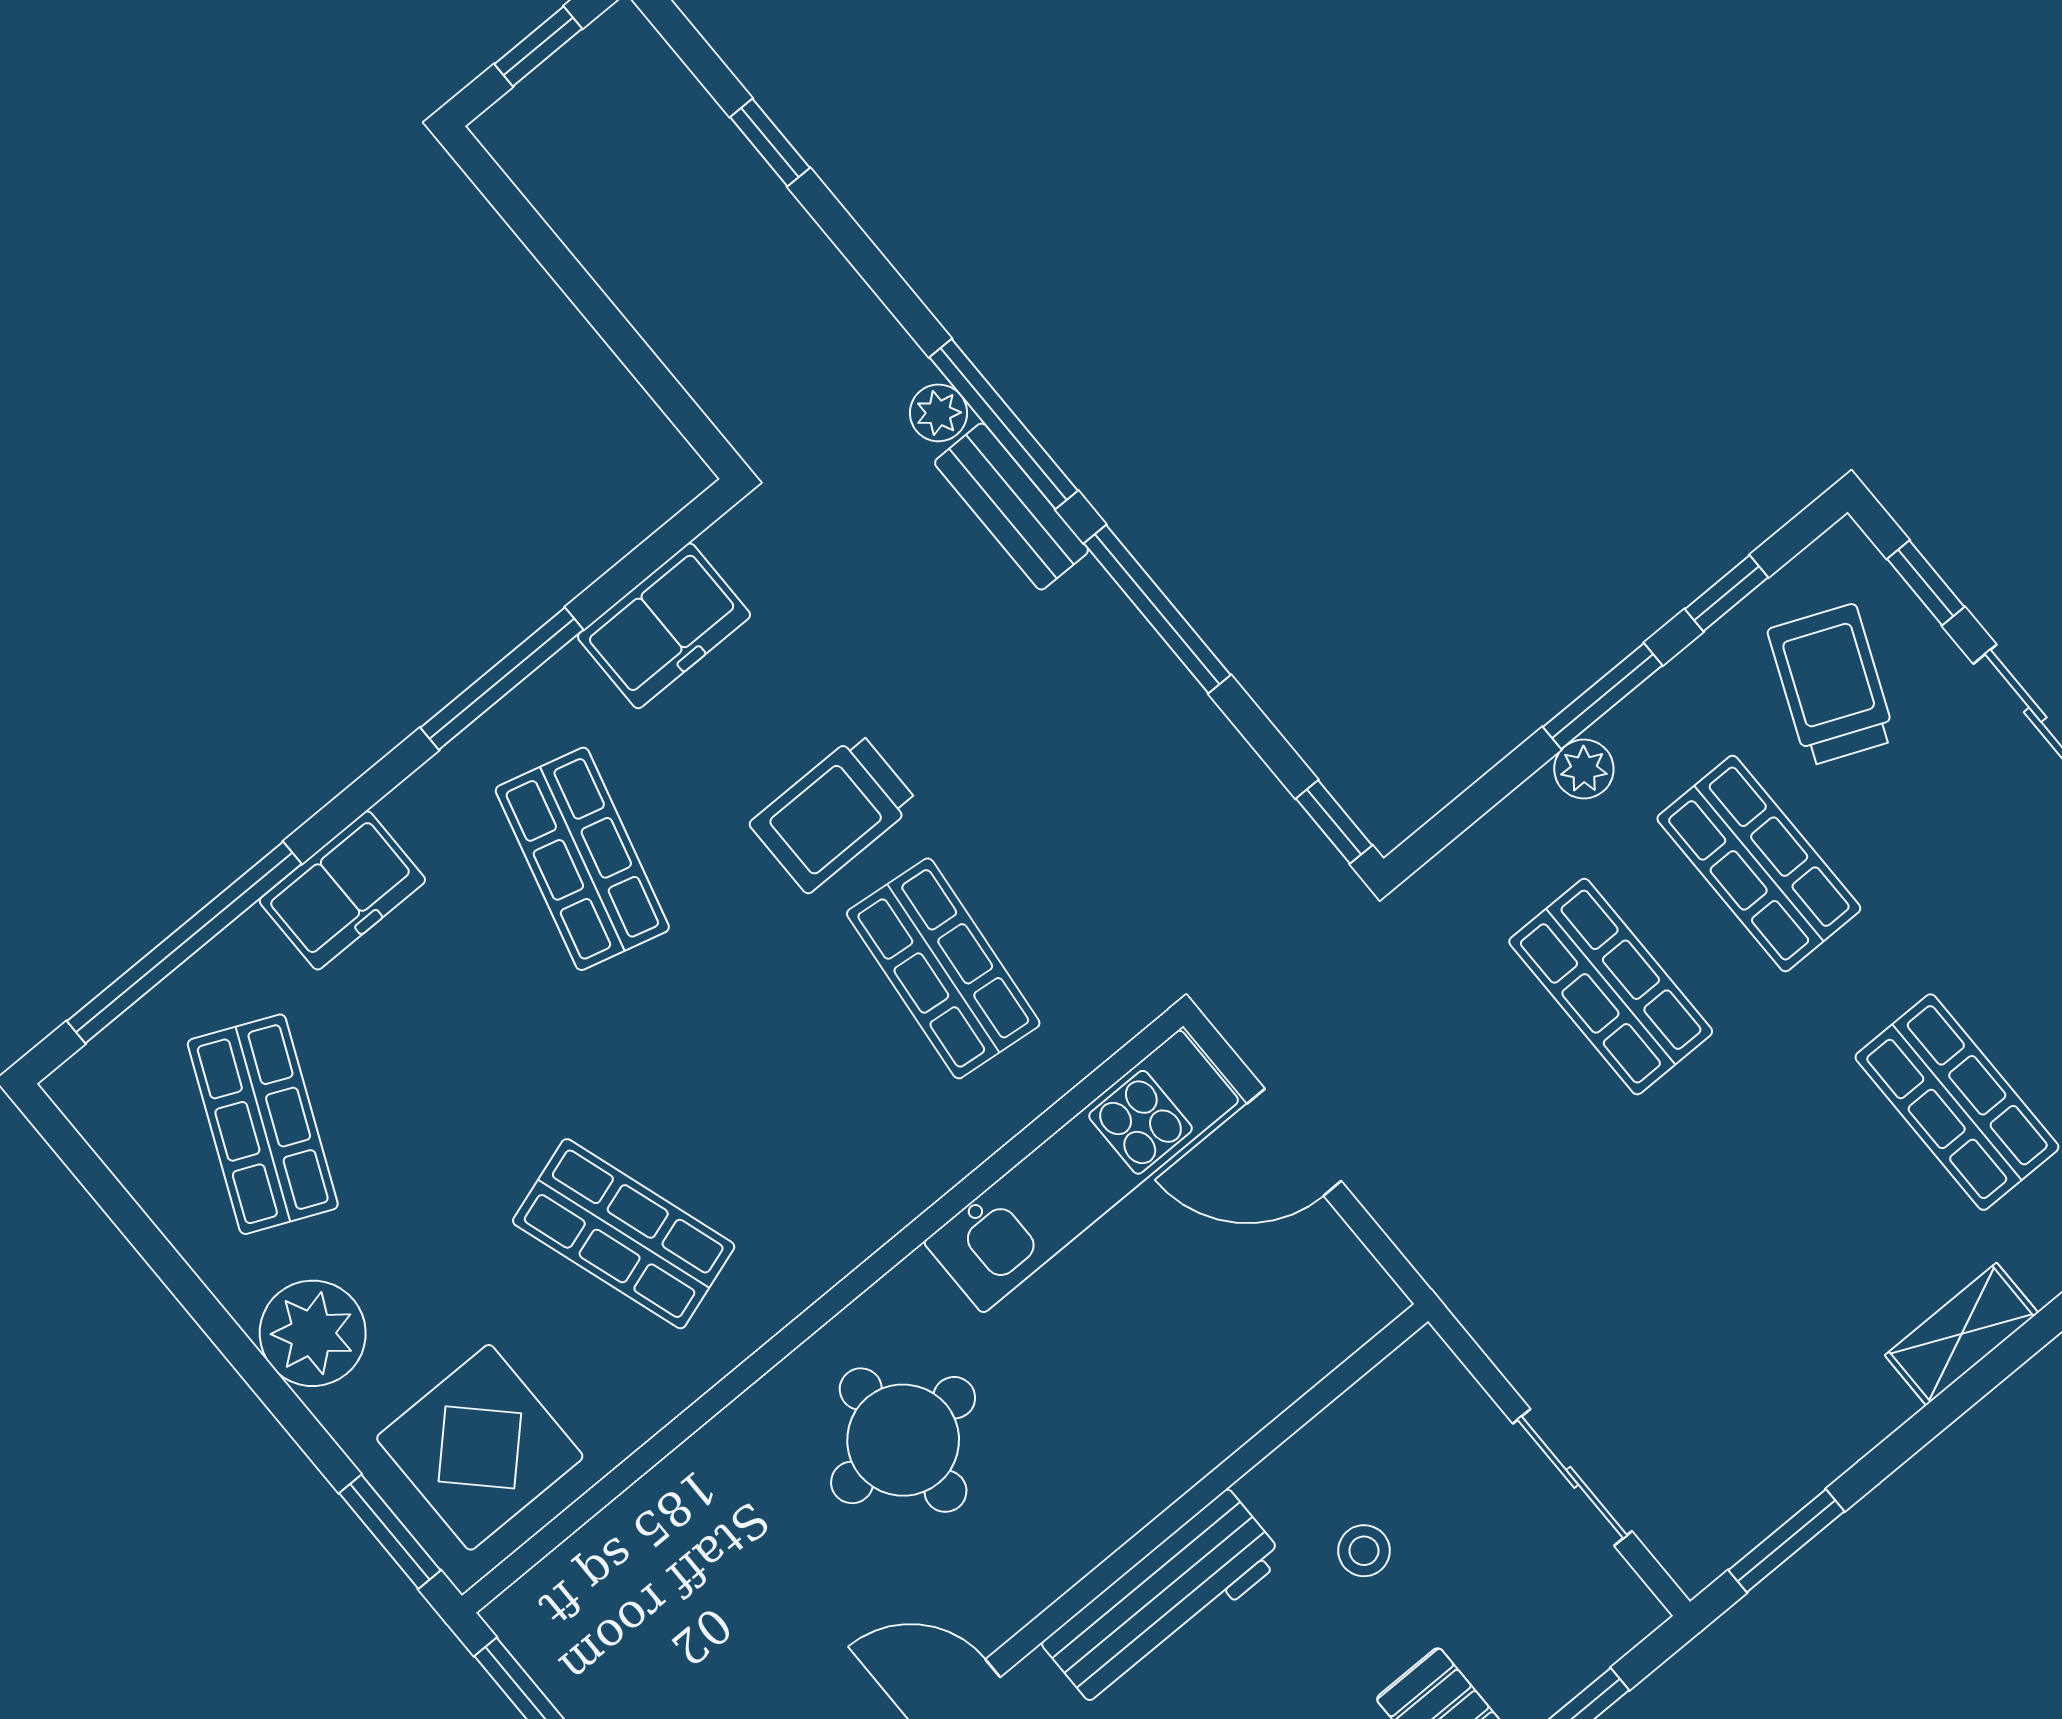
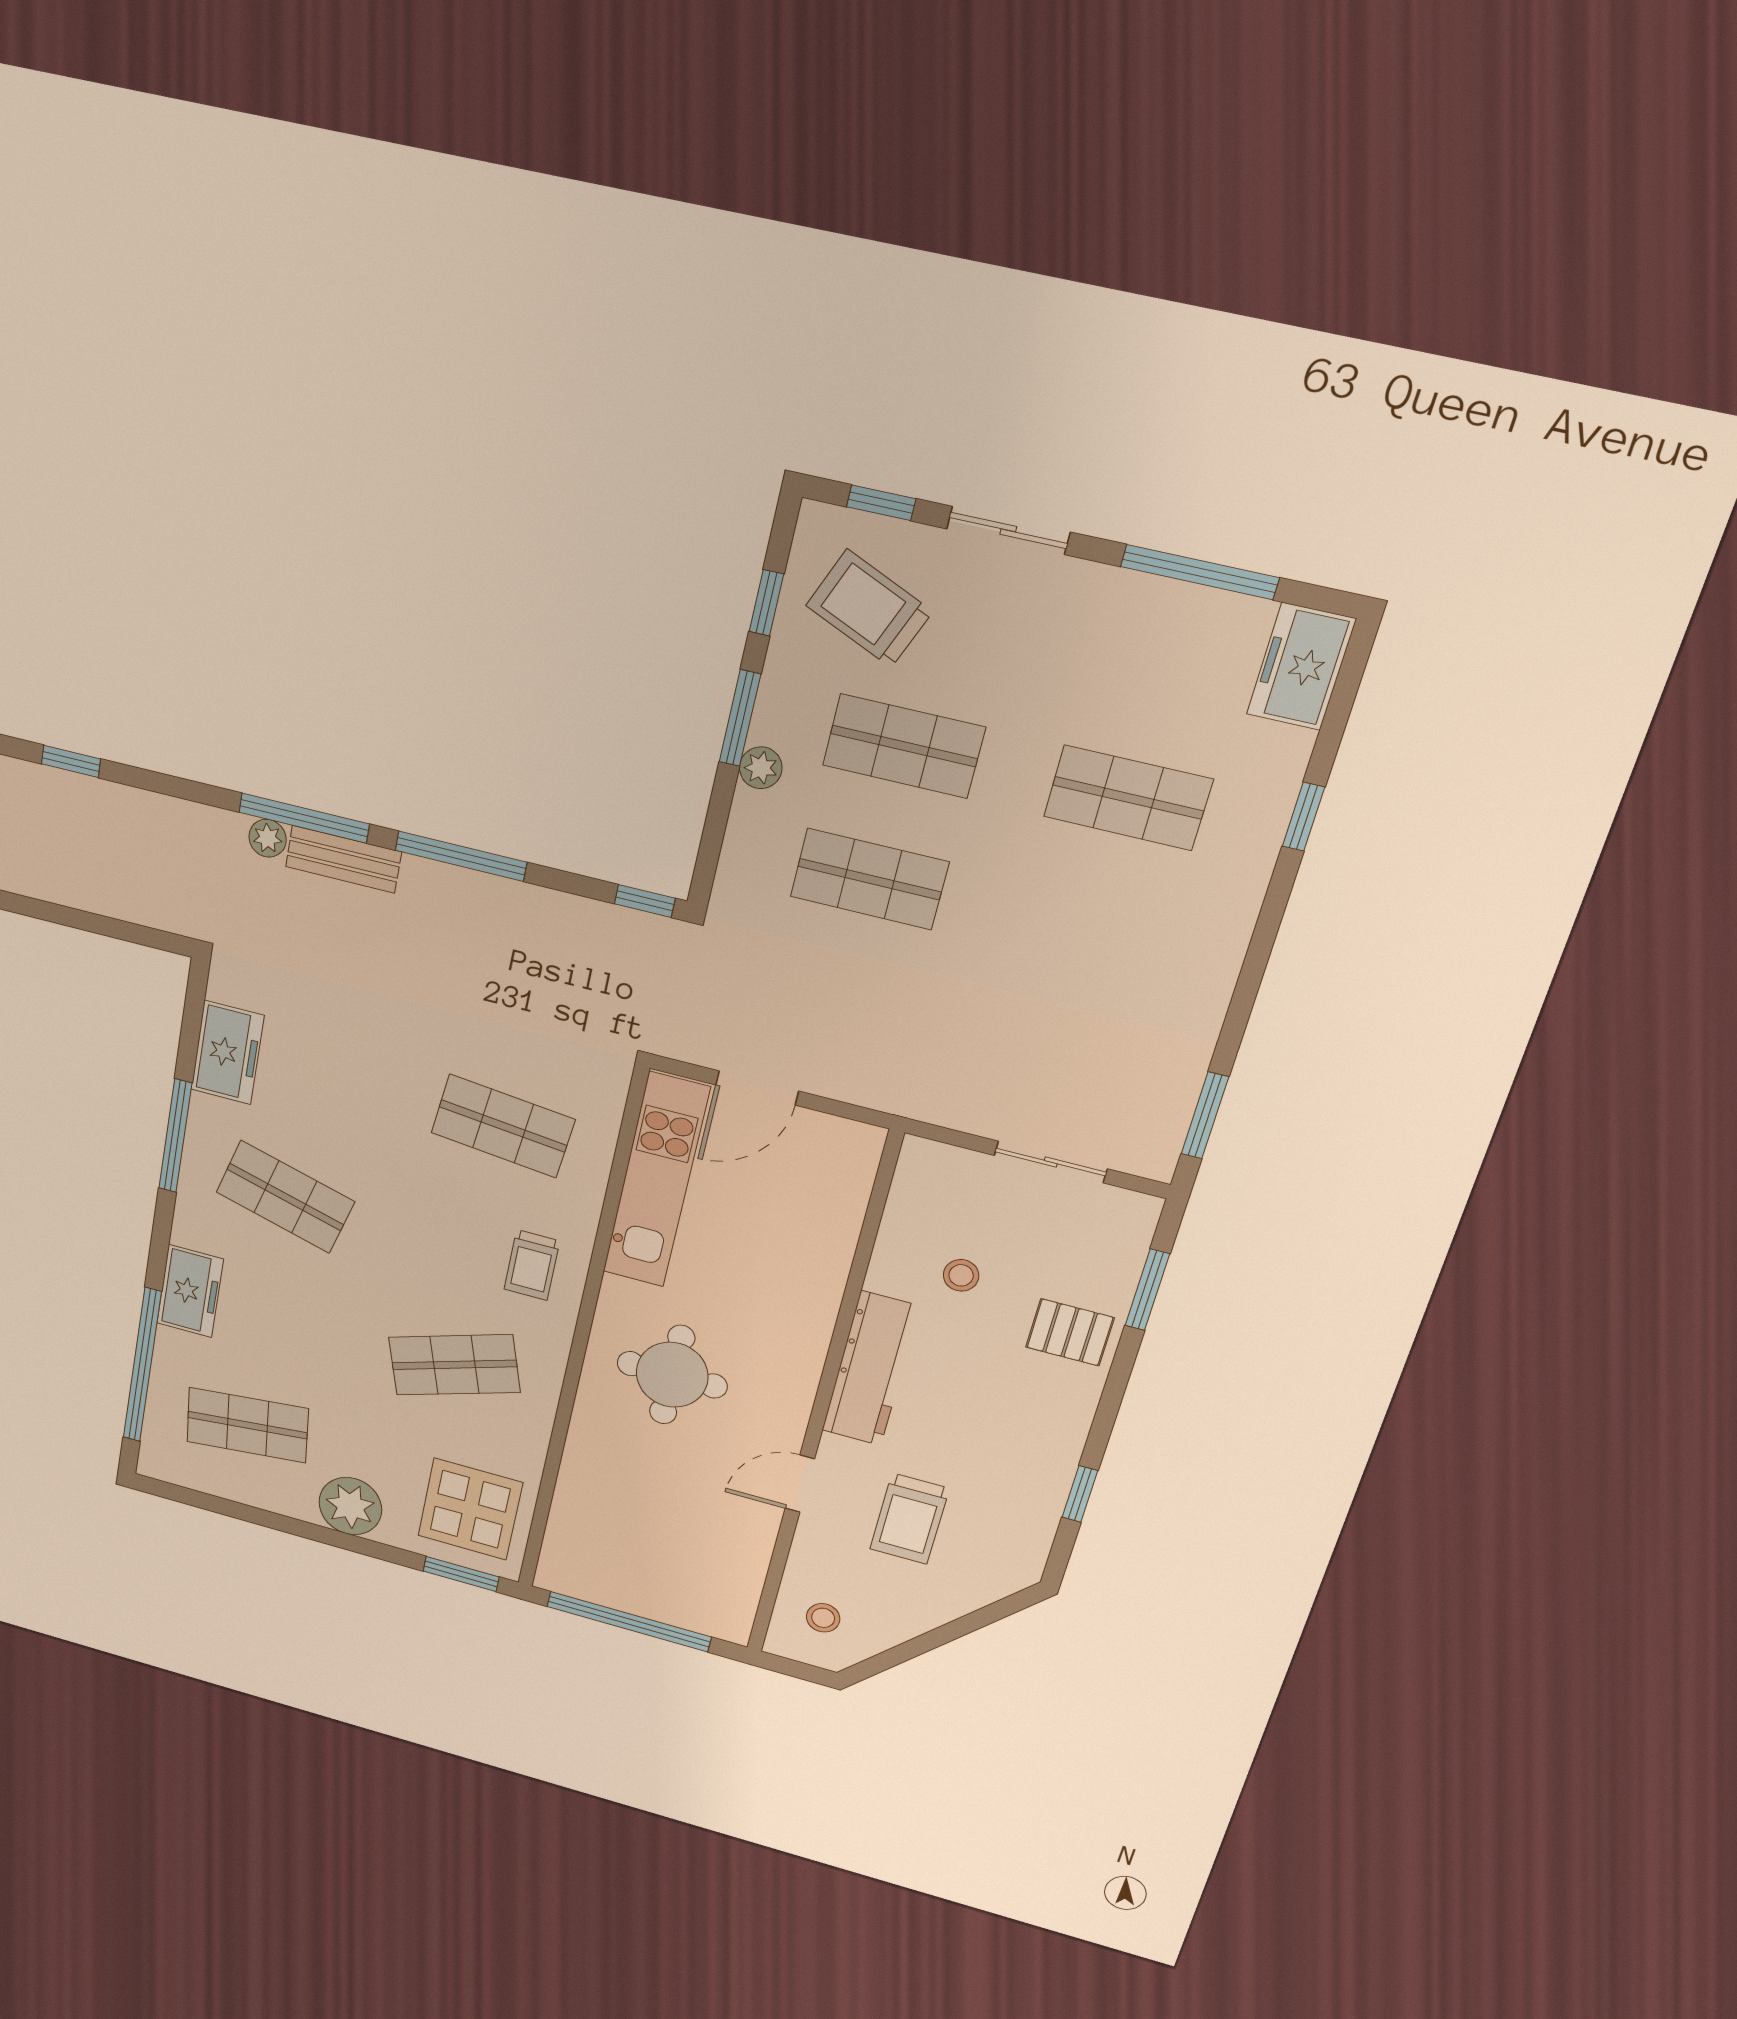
trolley: (833, 813) -> (532, 1265), moved, width x0.73, depth x0.72
shop shelf: (263, 1124) -> (247, 1425), turned -30
shelving: (1961, 1334) -> (1229, 930), removed

